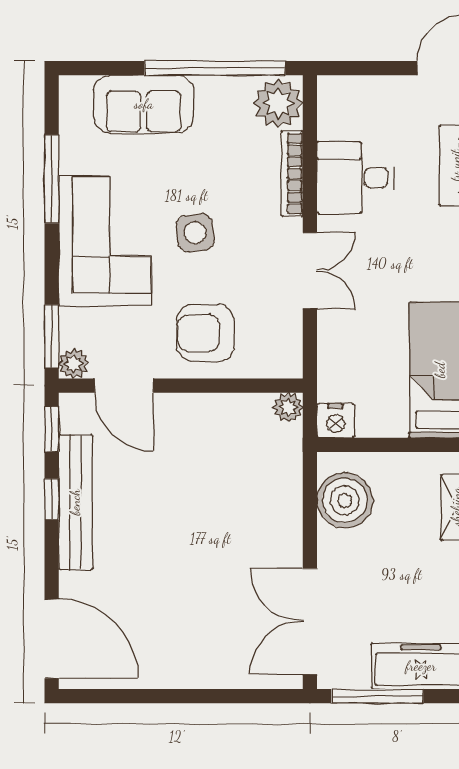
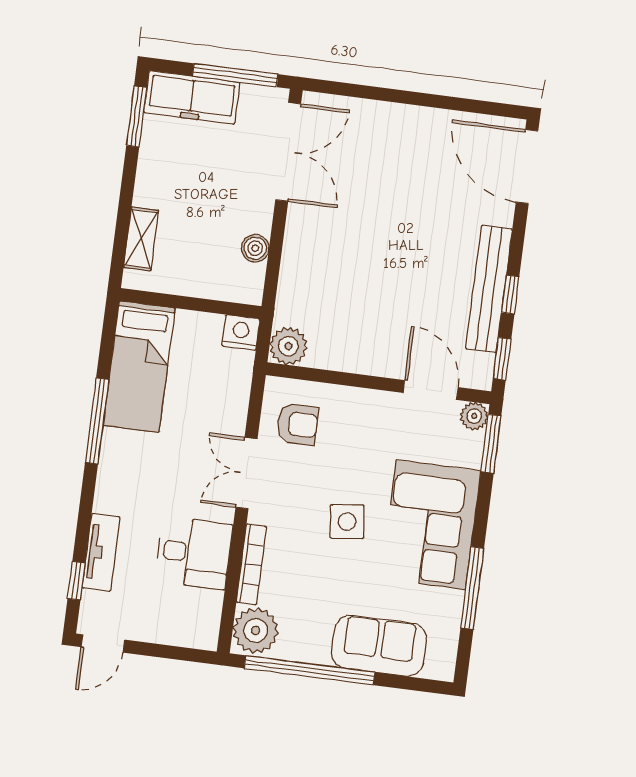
armchair: (205, 333) -> (298, 424), moved, width x0.72, depth x0.72
plant: (288, 407) -> (288, 346), width x1.38, depth x1.38
boiler: (345, 500) -> (255, 248), width x0.54, depth x0.54

